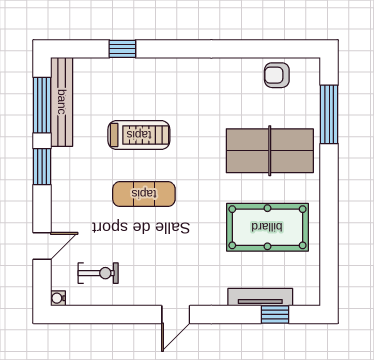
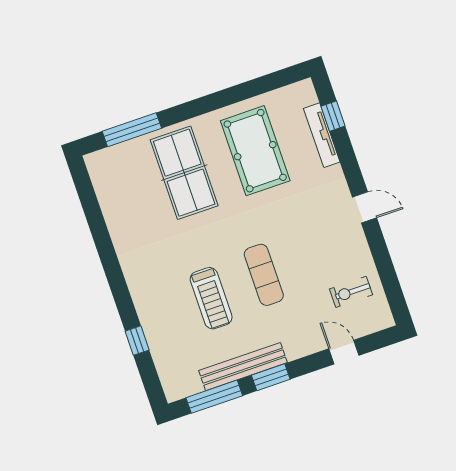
armchair: (277, 75) -> (112, 190), removed
bench: (62, 102) -> (243, 367), moved
treadmill: (139, 135) -> (211, 298), turned 180
exercise bike: (98, 273) -> (351, 292), turned -90
water cooler: (58, 298) -> (387, 321), removed

